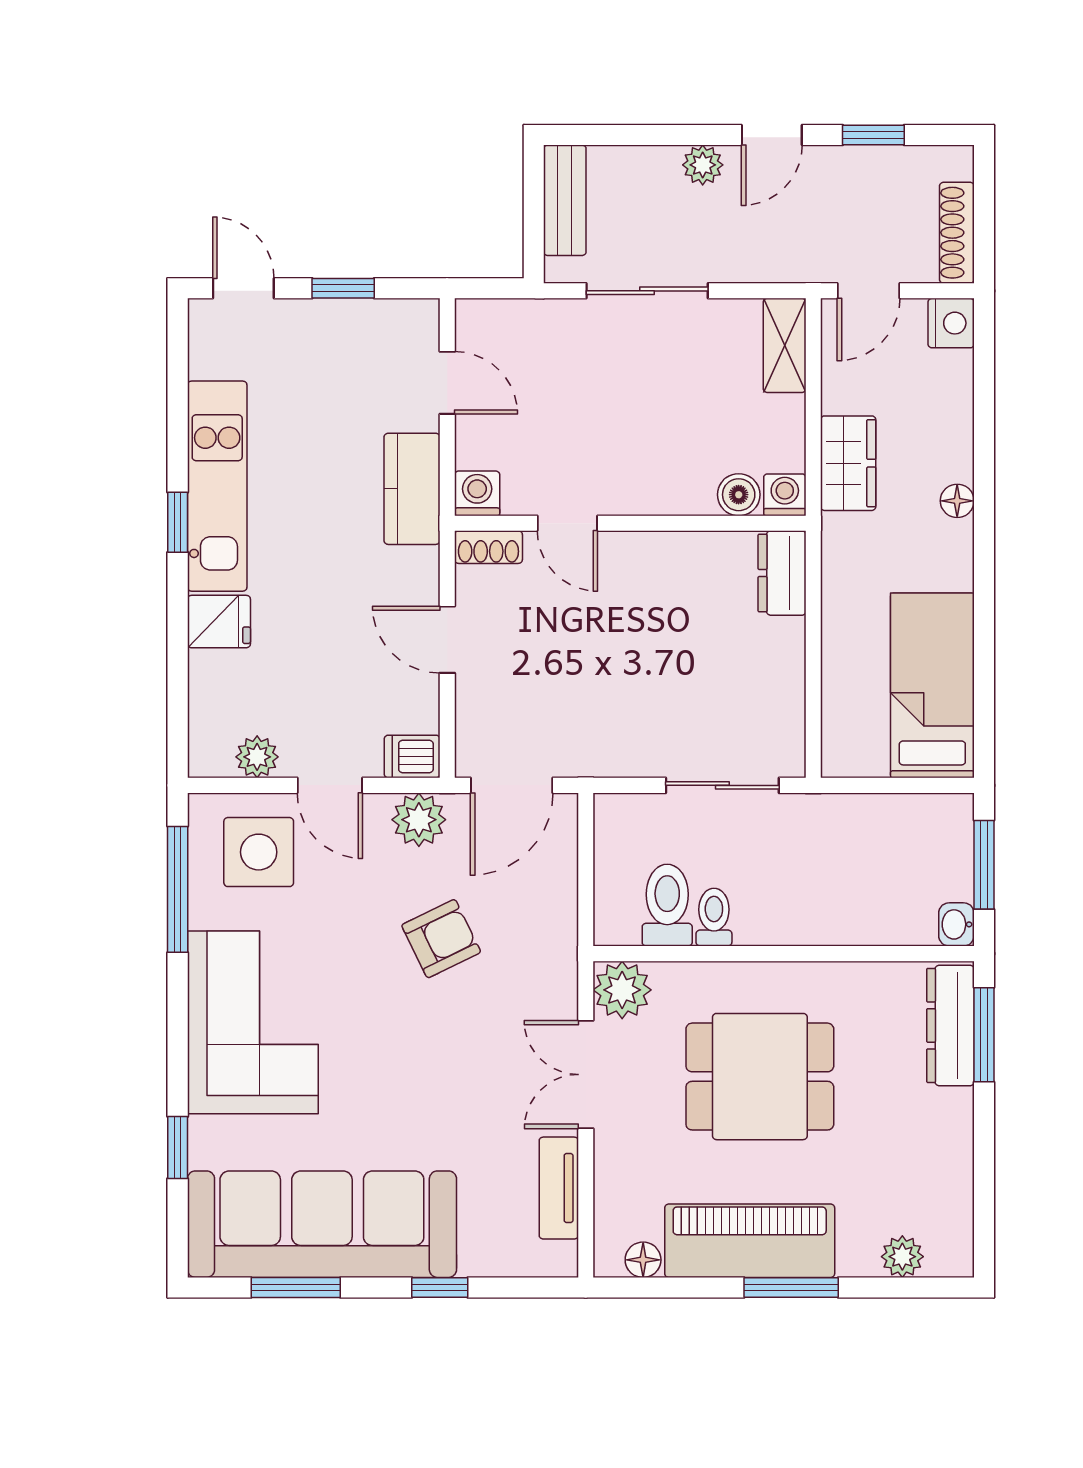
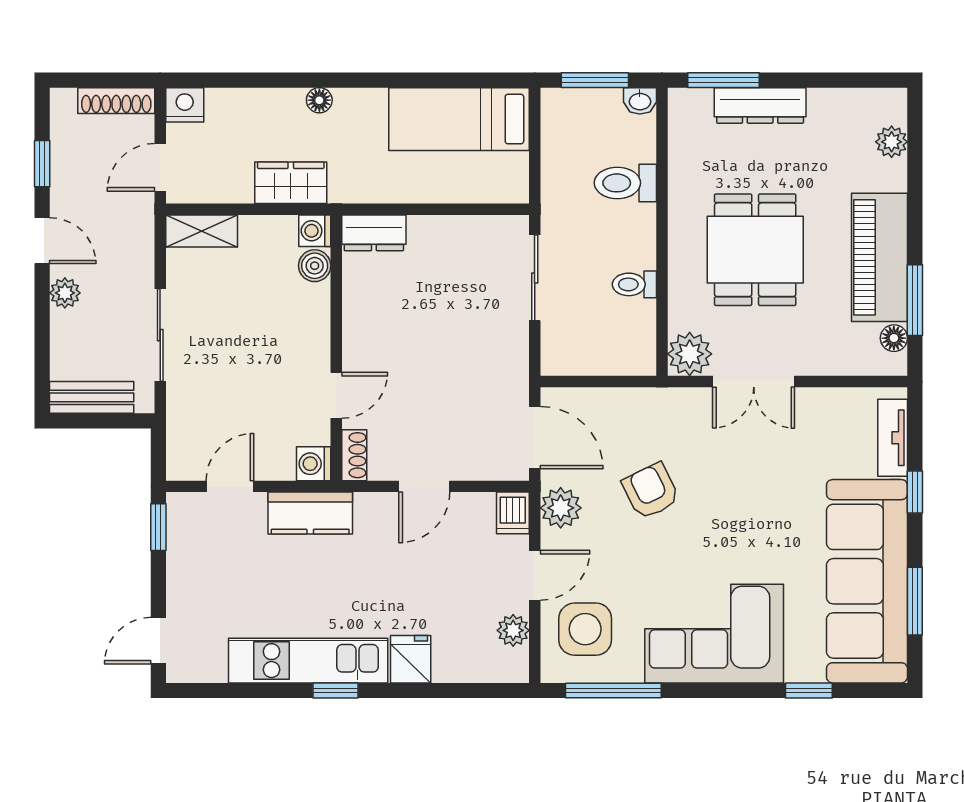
window: (343, 288) -> (158, 527), moved
door: (869, 291) -> (160, 167), swing flipped
toilet: (667, 905) -> (625, 183), moved
dresser: (950, 1025) -> (760, 105), moved
tv unit: (559, 1188) -> (893, 438), moved, turned 90
window: (791, 1287) -> (915, 300), moved

